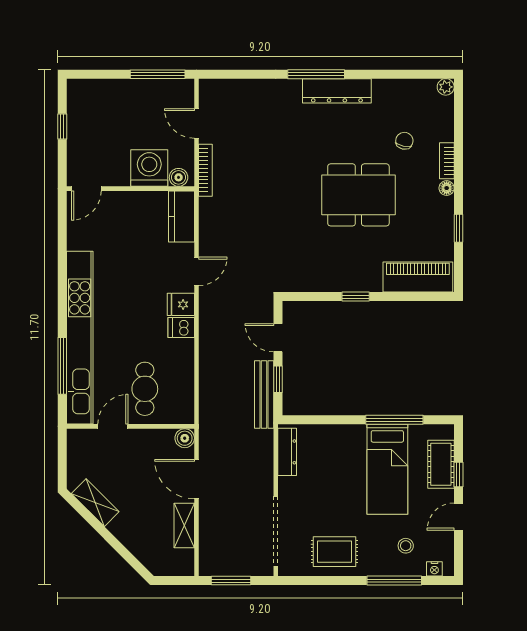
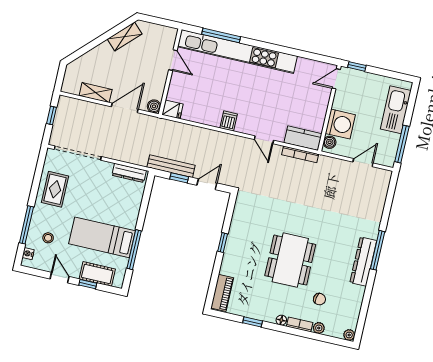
kitchen sink: (111, 94) -> (396, 110), added
window: (62, 126) -> (357, 66), moved
plant: (446, 132) -> (319, 328), added
bookcase: (205, 170) -> (300, 154), moved
door: (86, 189) -> (336, 79), hinge flipped
piano: (418, 277) -> (222, 293), width x0.73, depth x0.75
fridge: (181, 304) -> (173, 109), moved, turned 90
cafe table: (145, 389) -> (193, 87), removed
window: (231, 581) -> (52, 116), width x0.67

